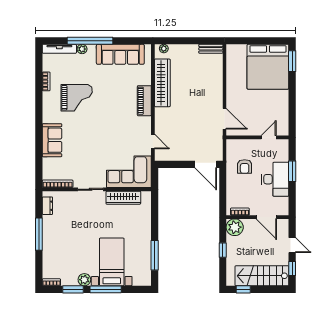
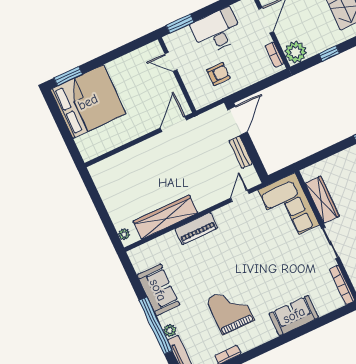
bench: (211, 49) -> (241, 152), moved
sofa: (120, 54) -> (158, 290), width x0.73
window: (292, 171) -> (180, 24), moved

